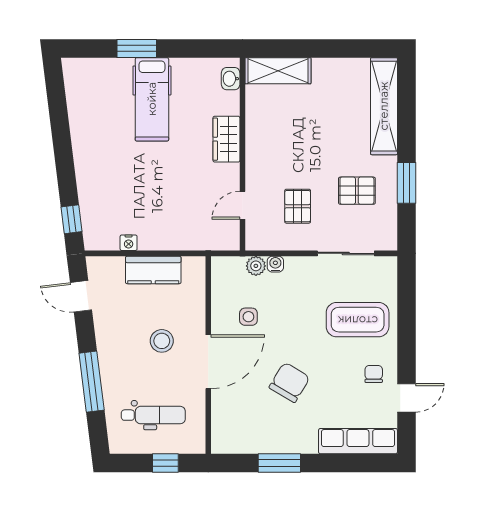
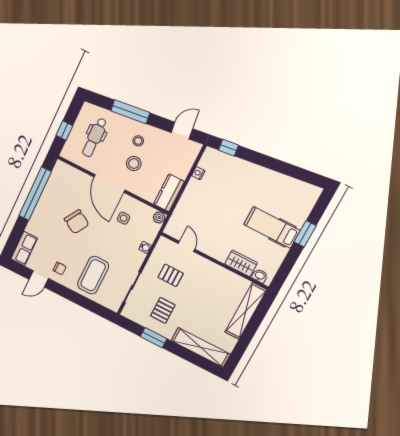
shelving: (278, 71) -> (246, 311), width x1.47
wardrobe: (226, 139) -> (241, 263), moved
plant: (256, 266) -> (159, 218), moved
kitchen counter: (153, 270) -> (169, 193), moved
stool: (126, 351) -> (138, 141), added
door: (406, 398) -> (39, 279), hinge flipped
row of seats: (358, 441) -> (24, 248), width x0.68
window: (279, 463) -> (35, 194), width x2.11

